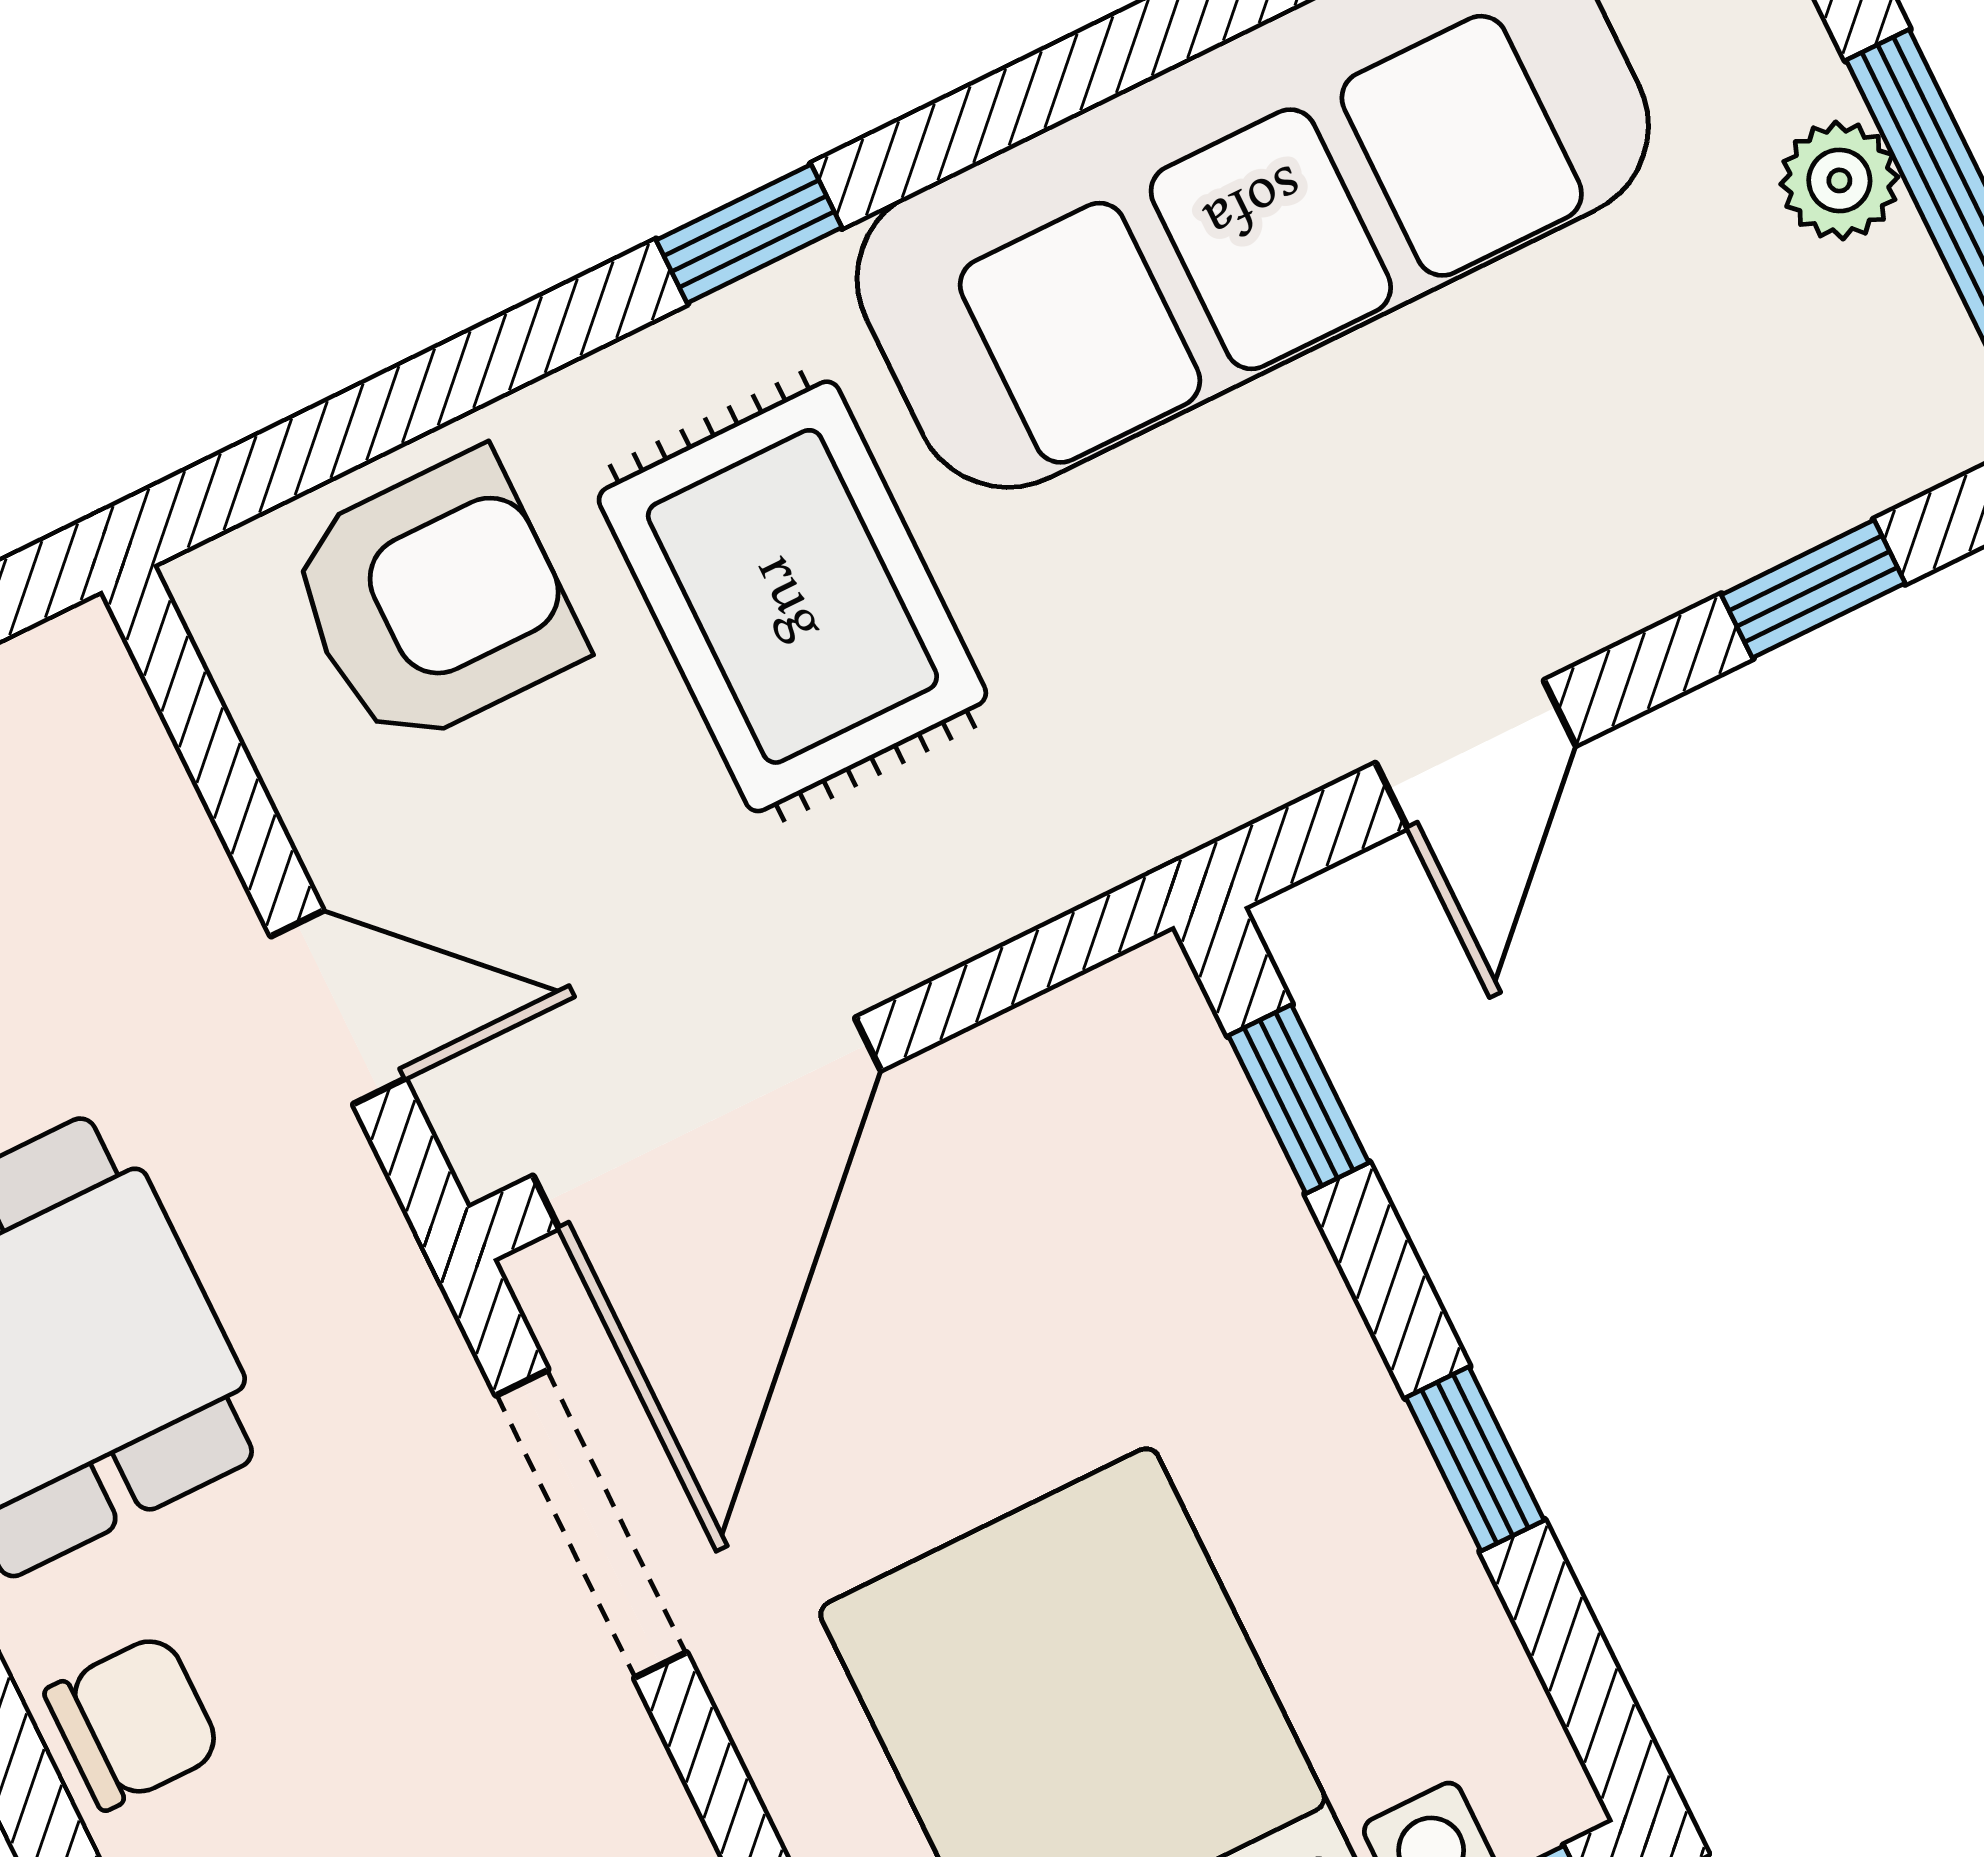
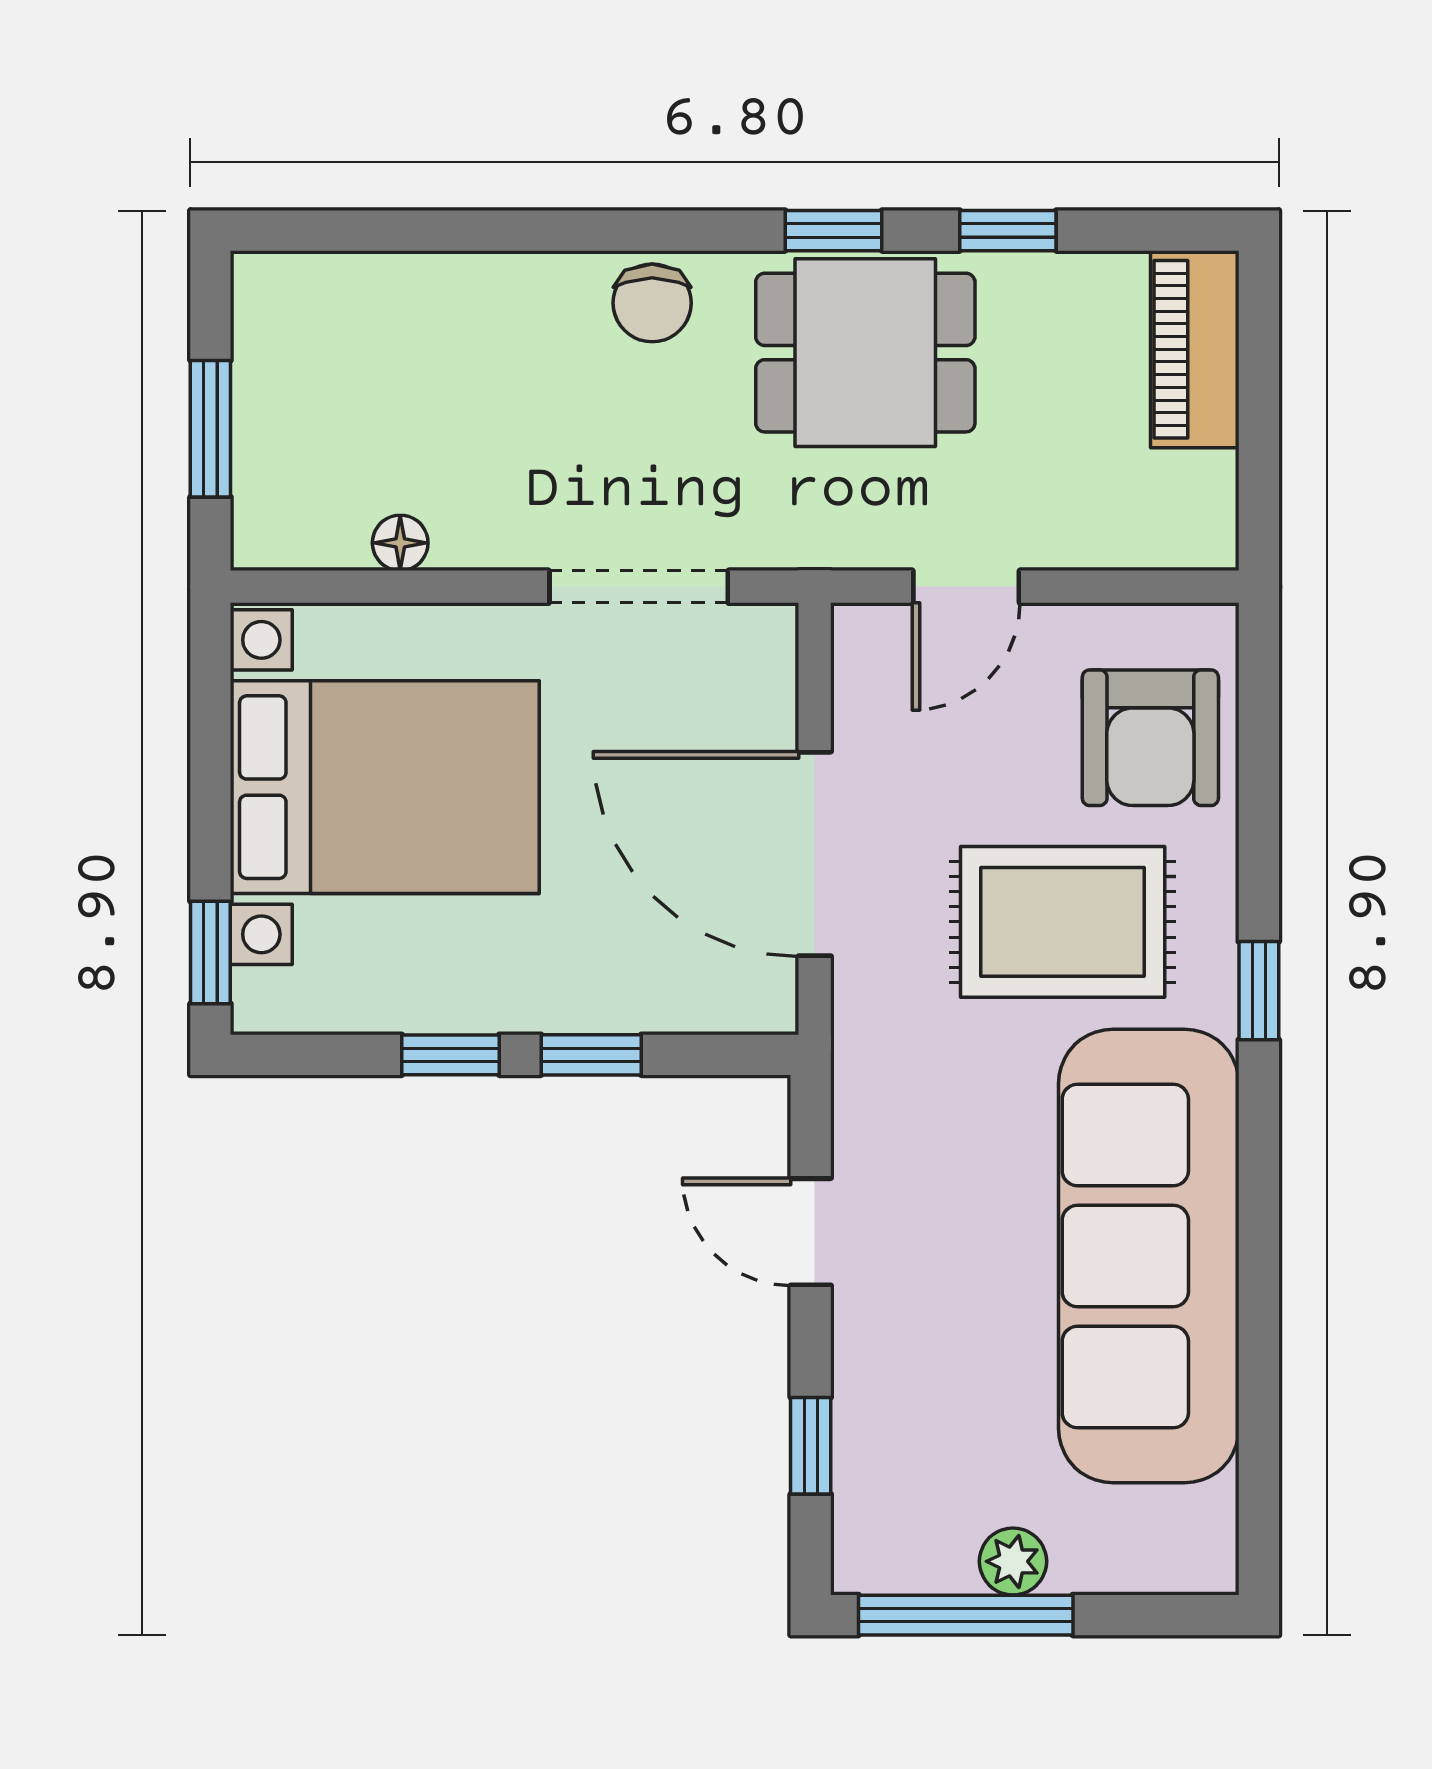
window: (1299, 1099) -> (591, 1055), moved
door: (707, 1123) -> (815, 854), moved

